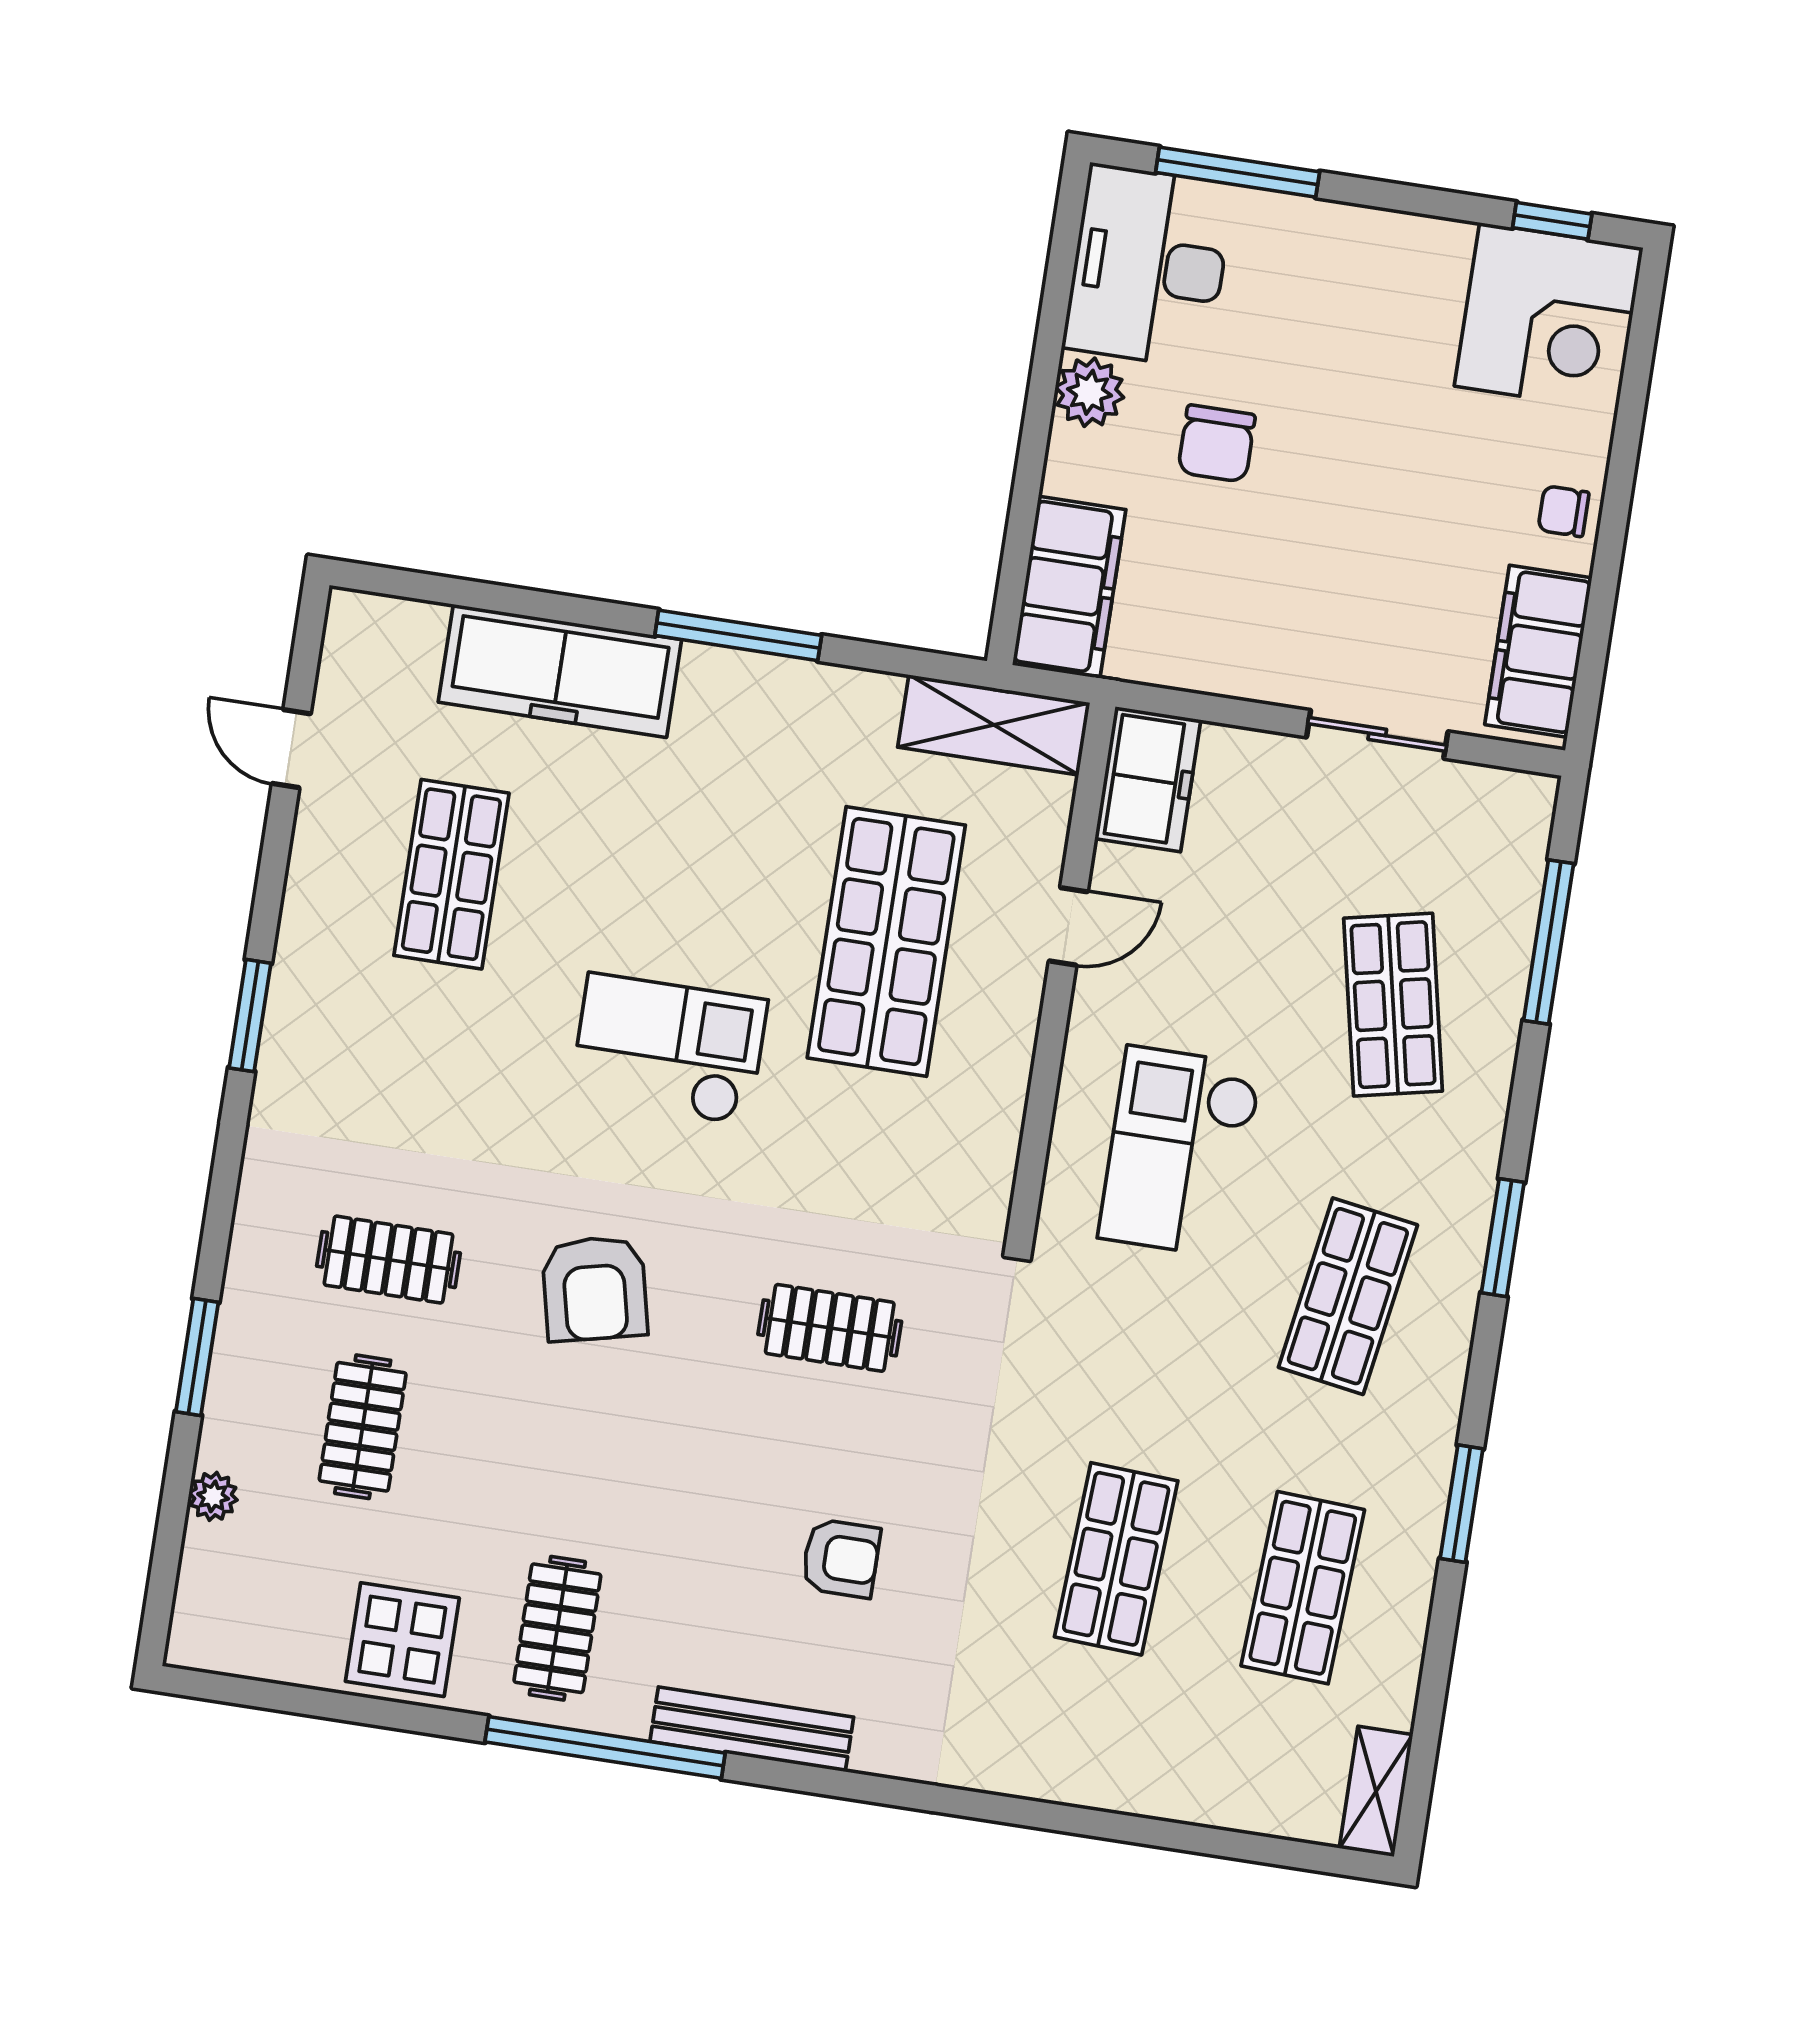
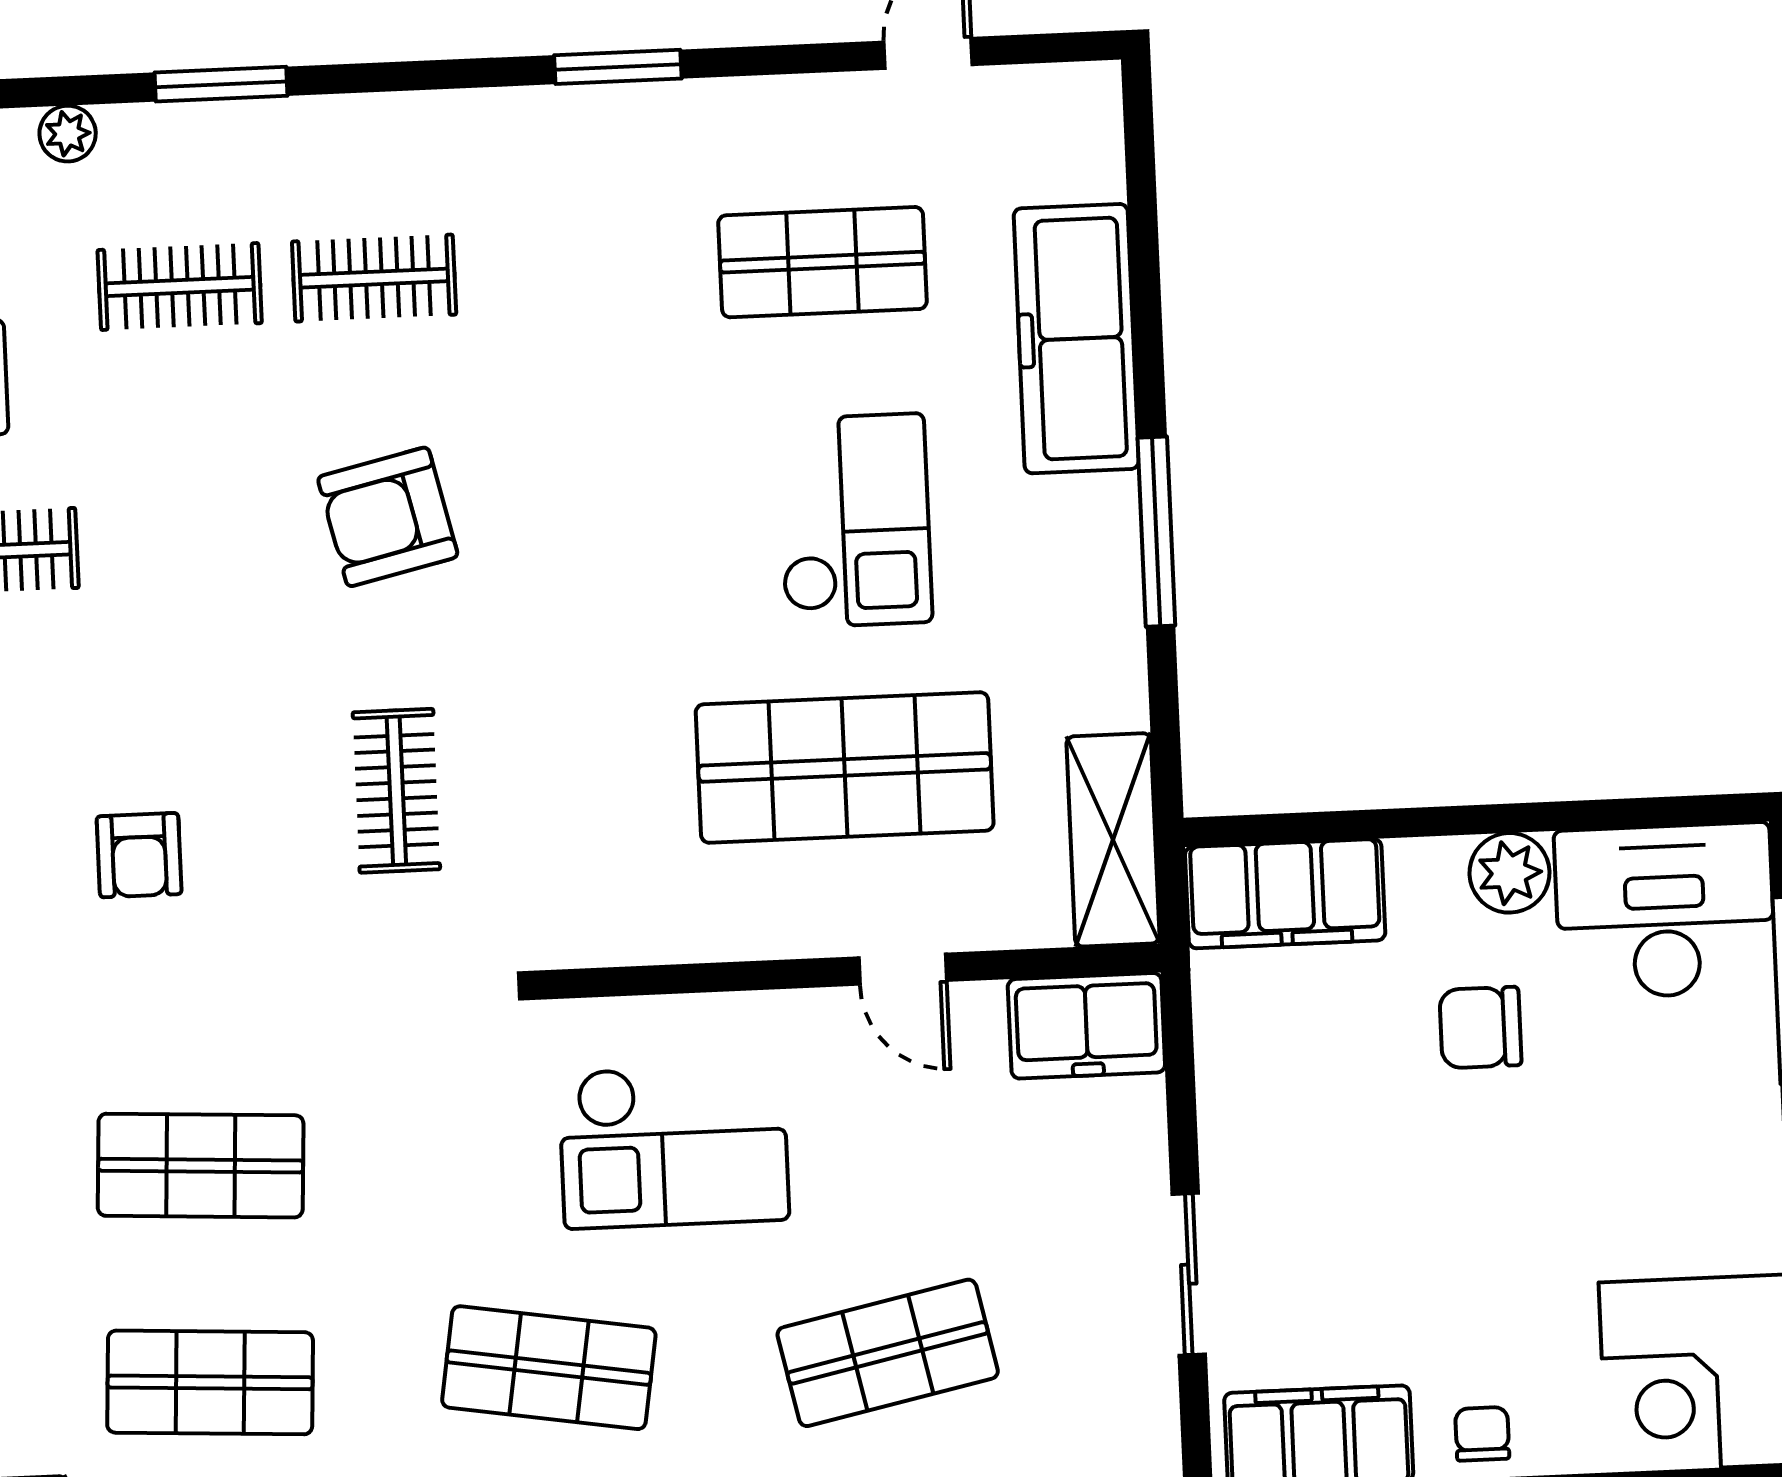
checkout: (669, 1049) -> (855, 521), moved
checkout: (1180, 1152) -> (674, 1146), turned 180
clothes rail: (389, 1260) -> (374, 278), turned 90

